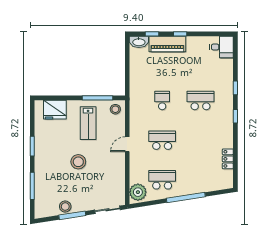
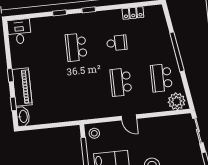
school desk: (162, 100) -> (117, 43), moved, turned 180

